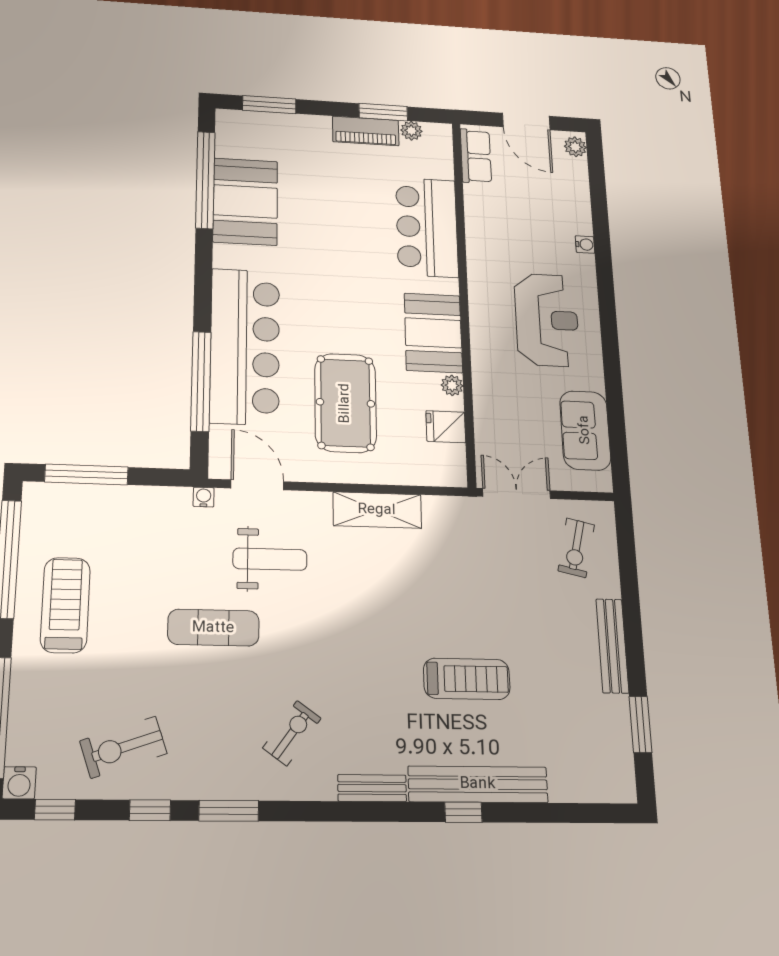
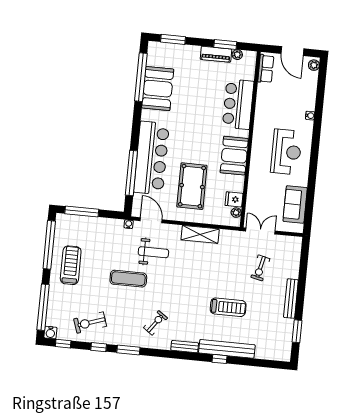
plant: (452, 385) -> (236, 213), moved
exercise bike: (576, 548) -> (260, 268), moved

